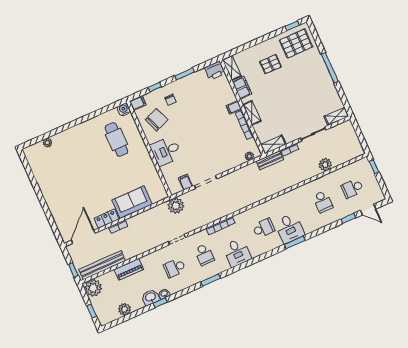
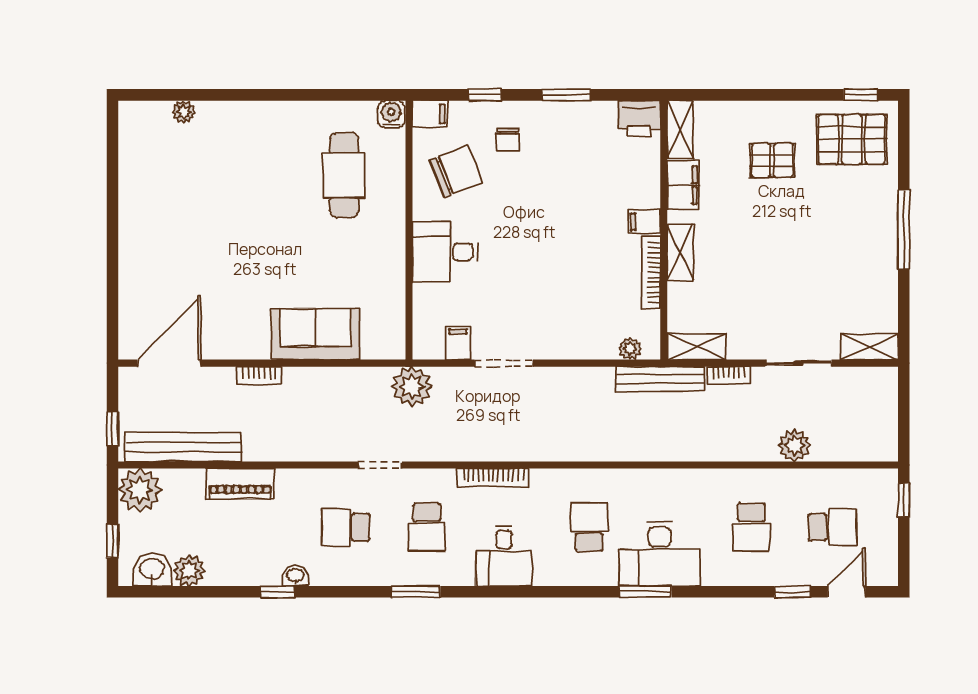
bench: (270, 160) -> (661, 379), width x1.36
school desk: (352, 188) -> (832, 527), turned 180
door: (368, 210) -> (846, 592), swing flipped
locker: (107, 219) -> (241, 346), removed
school desk: (264, 228) -> (589, 527), turned -90
desk: (290, 228) -> (660, 554), width x1.37
washbasin: (151, 297) -> (152, 570), moved

